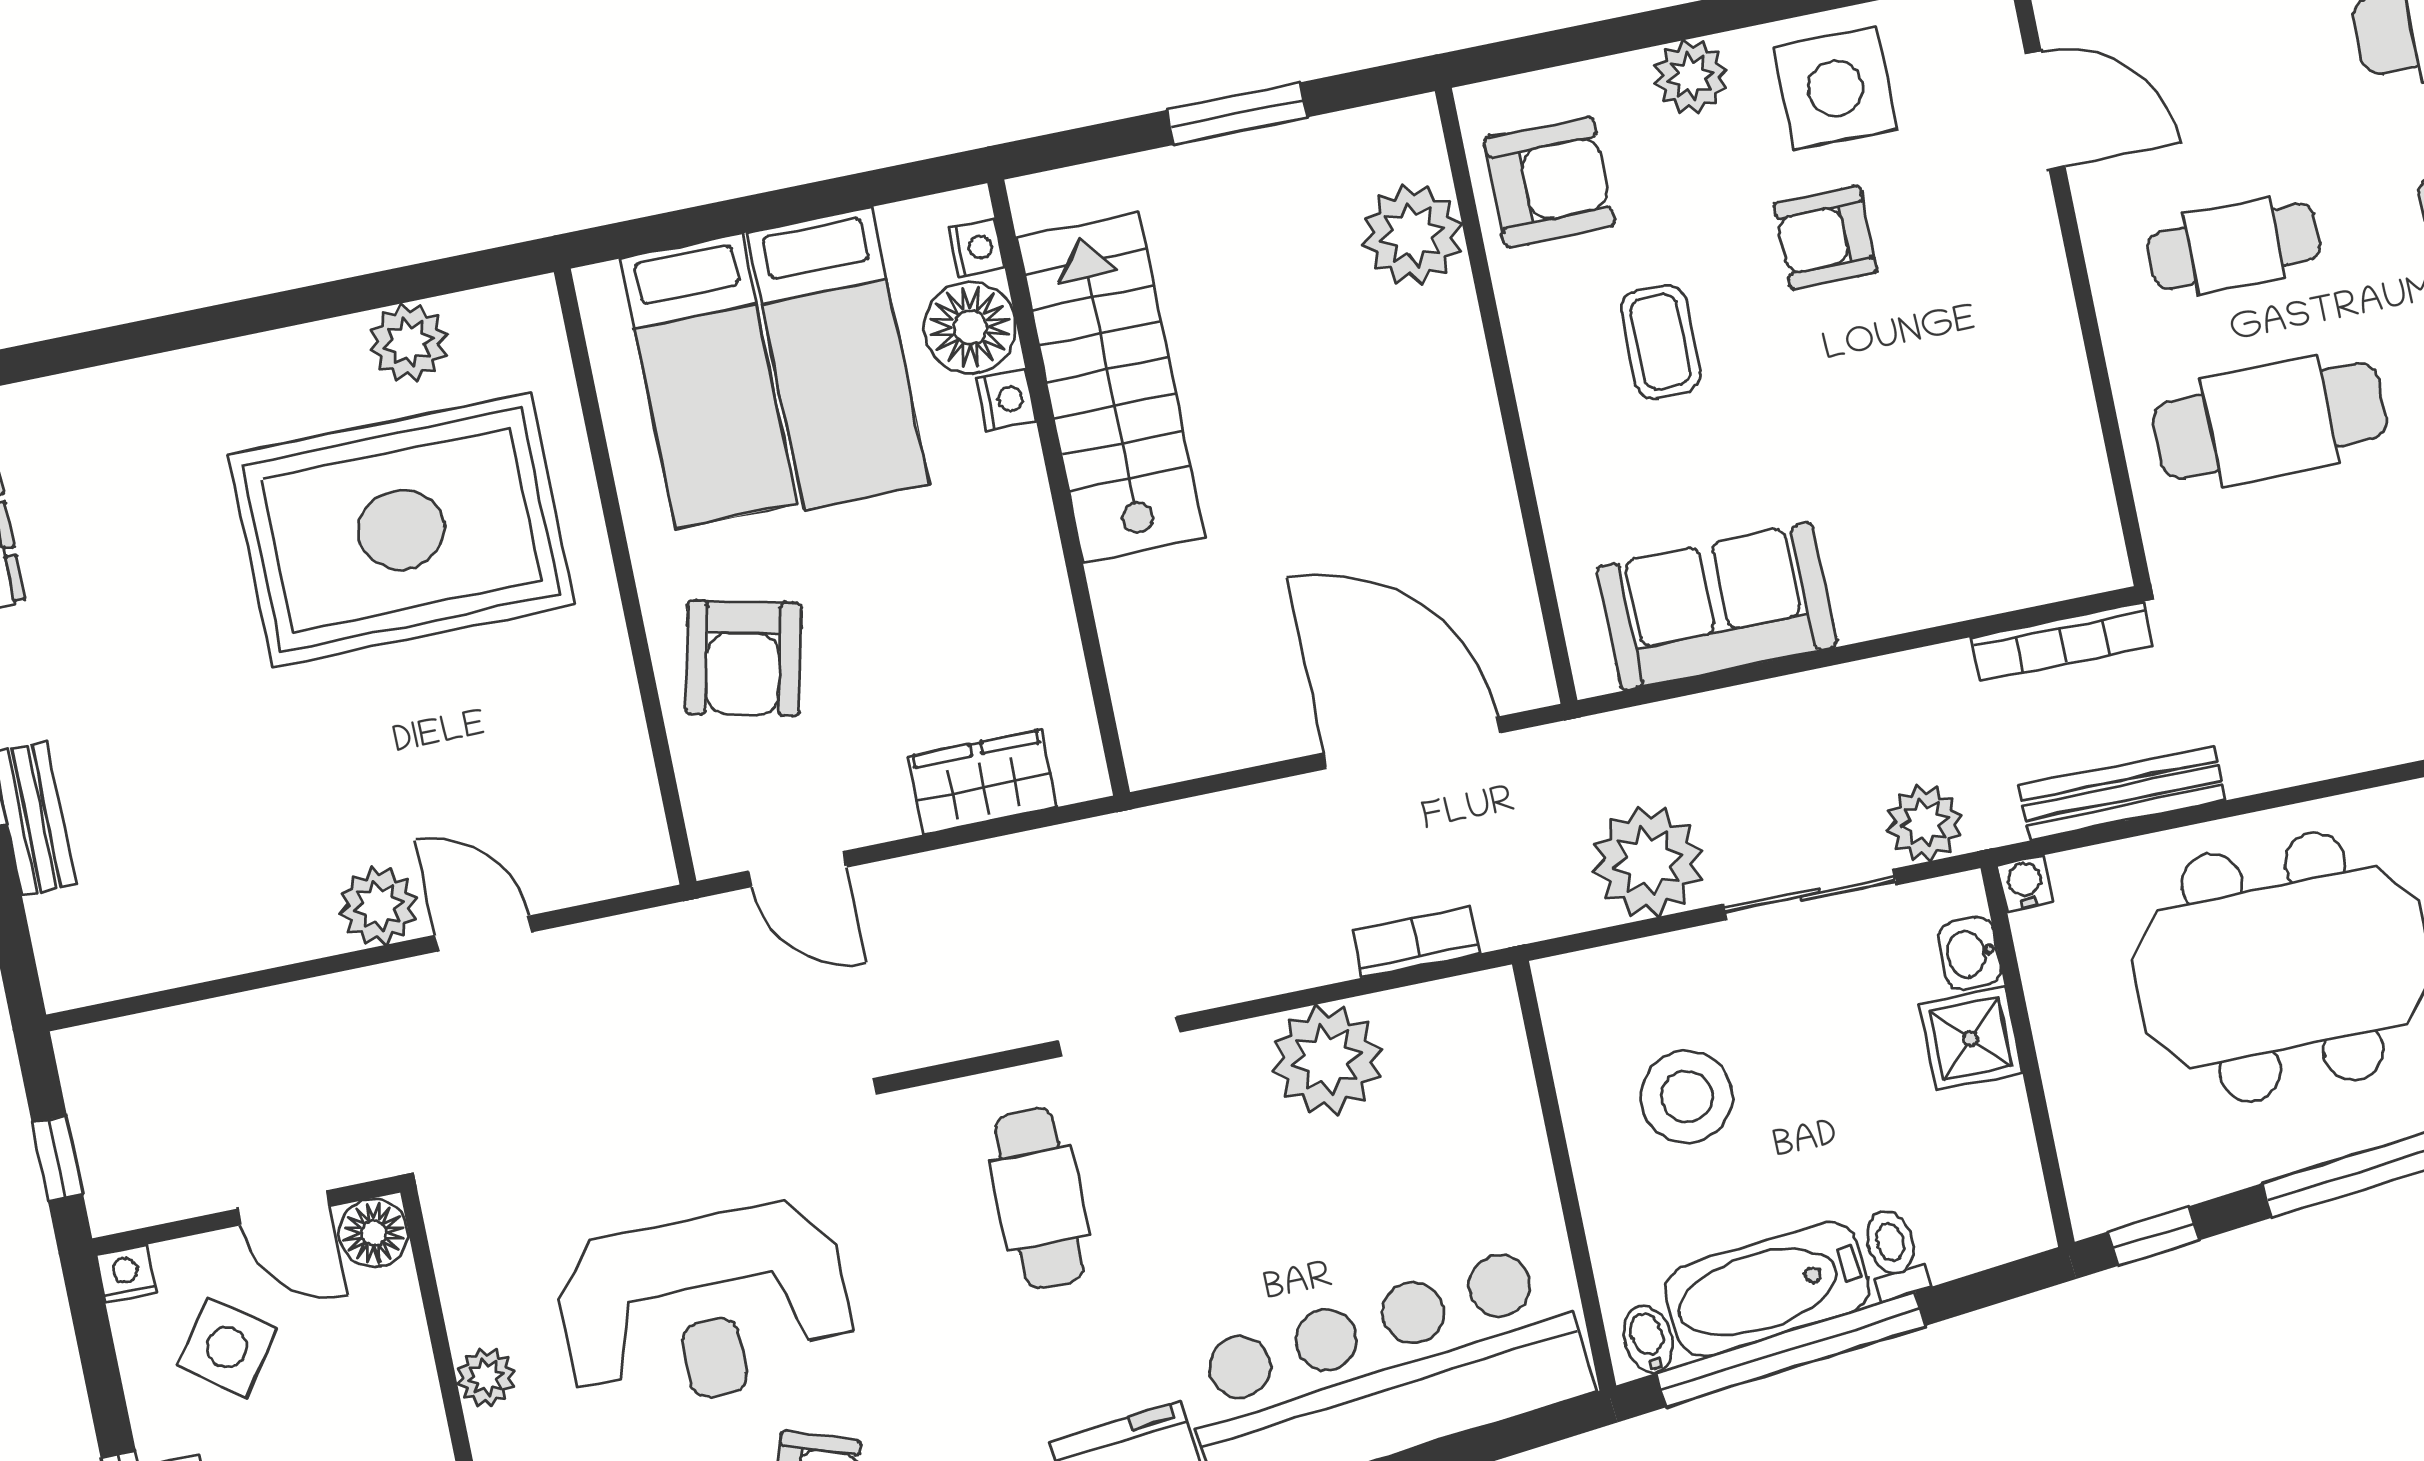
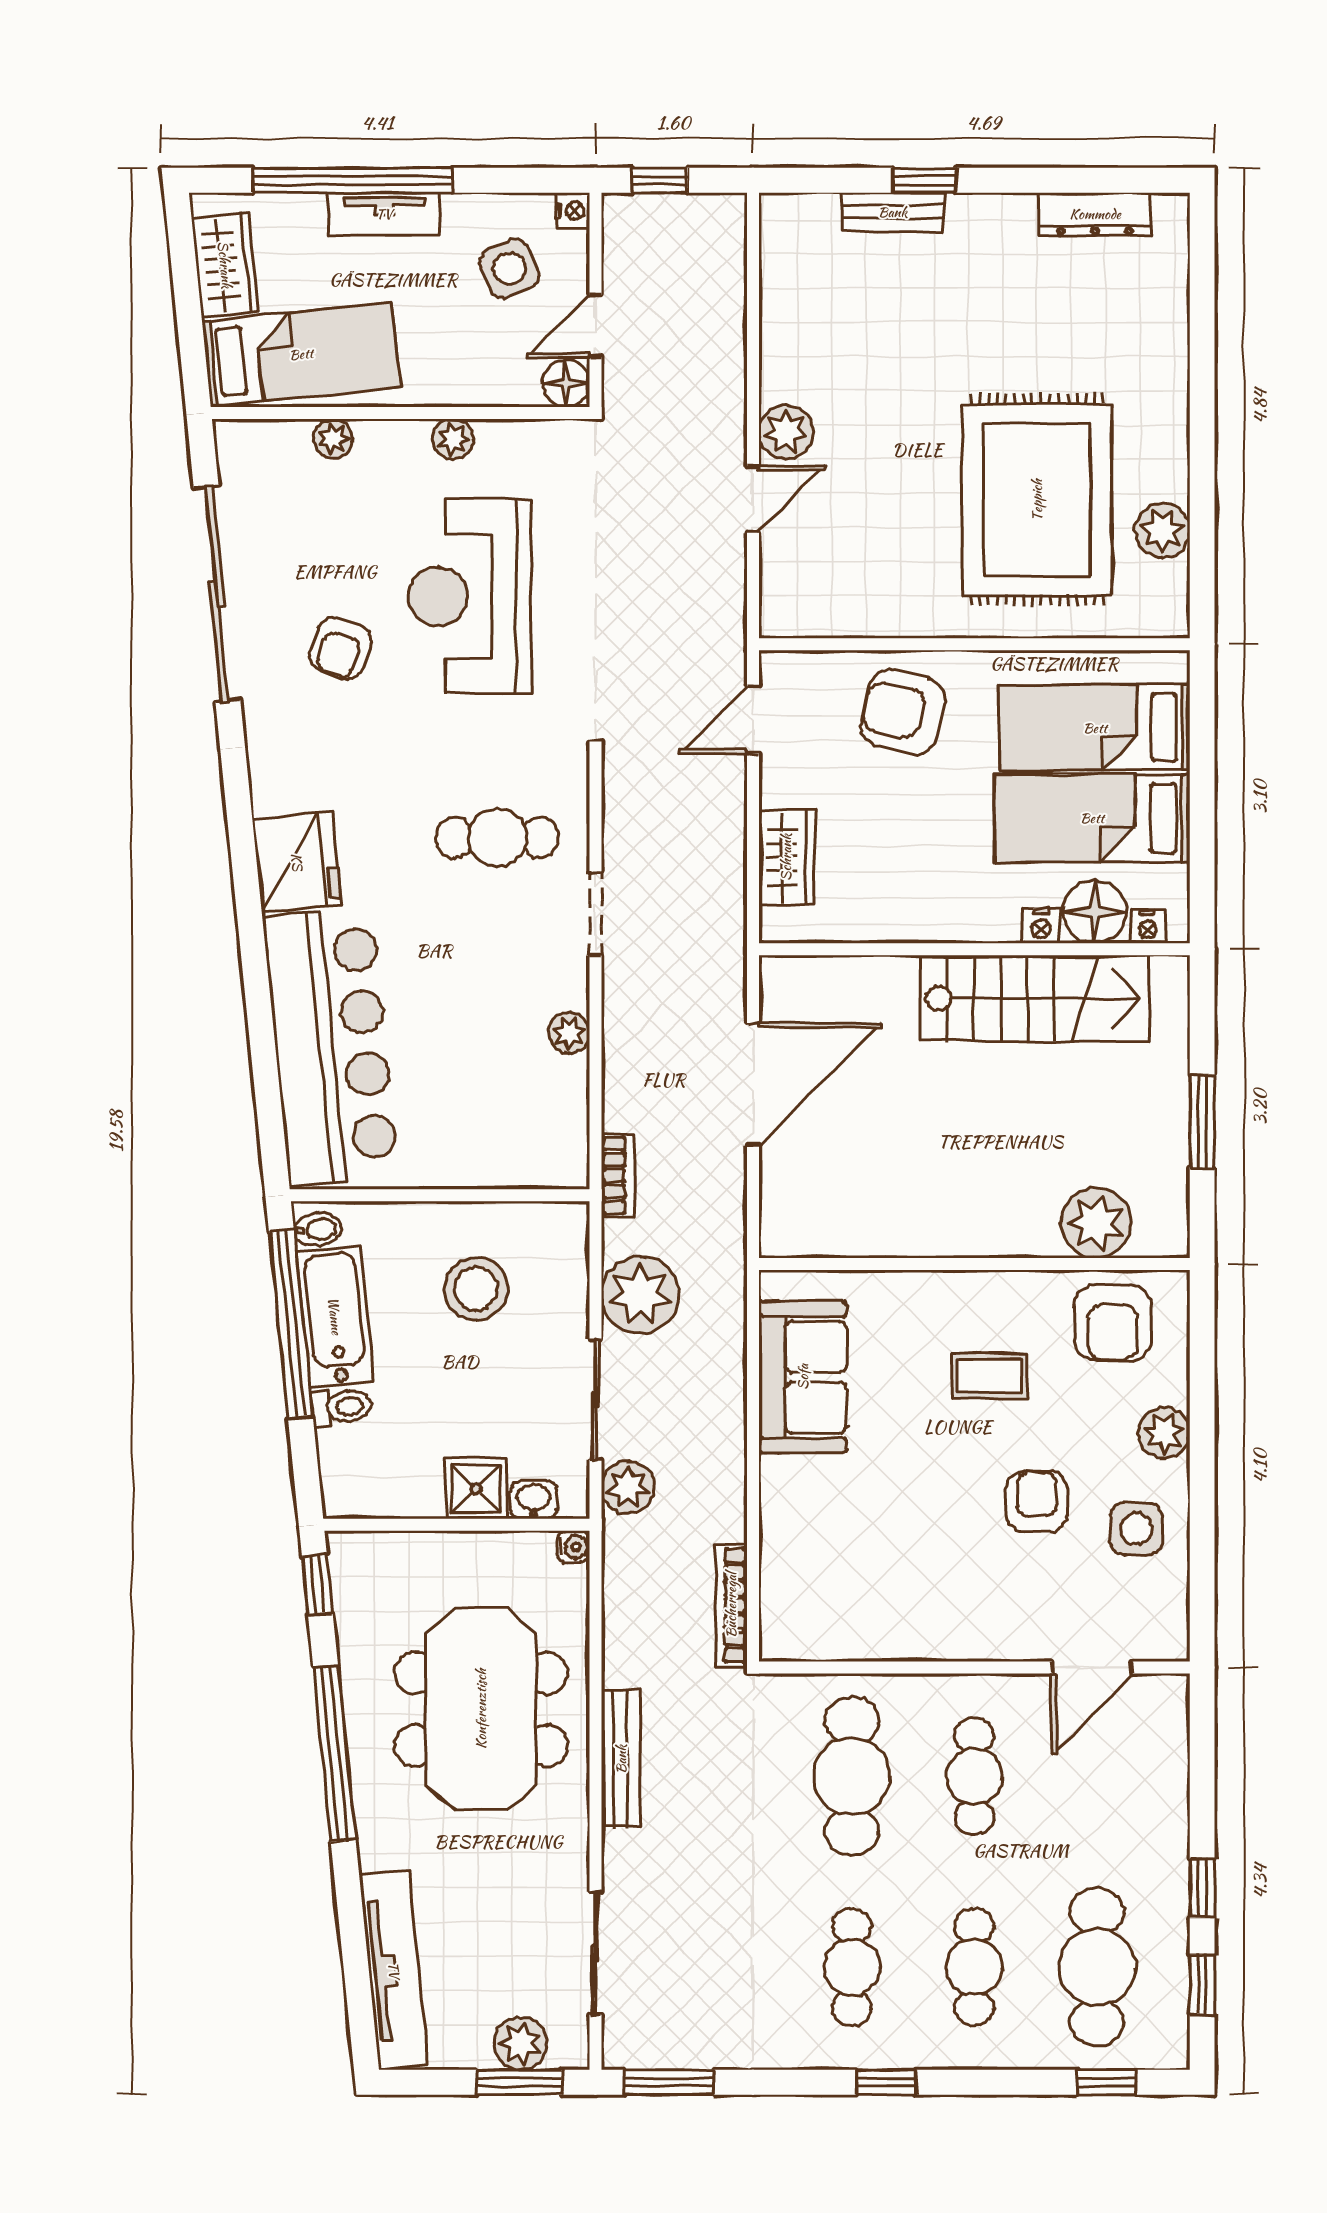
side table: (1835, 88) -> (1136, 1529), width x0.73, depth x0.73
door: (1412, 743) -> (753, 1084), moved
bench: (2122, 793) -> (621, 1759), moved
bookcase: (1416, 942) -> (618, 1176), moved
plant: (1327, 1060) -> (569, 1033), width x0.53, depth x0.53
side table: (227, 1347) -> (509, 268), turned 31

